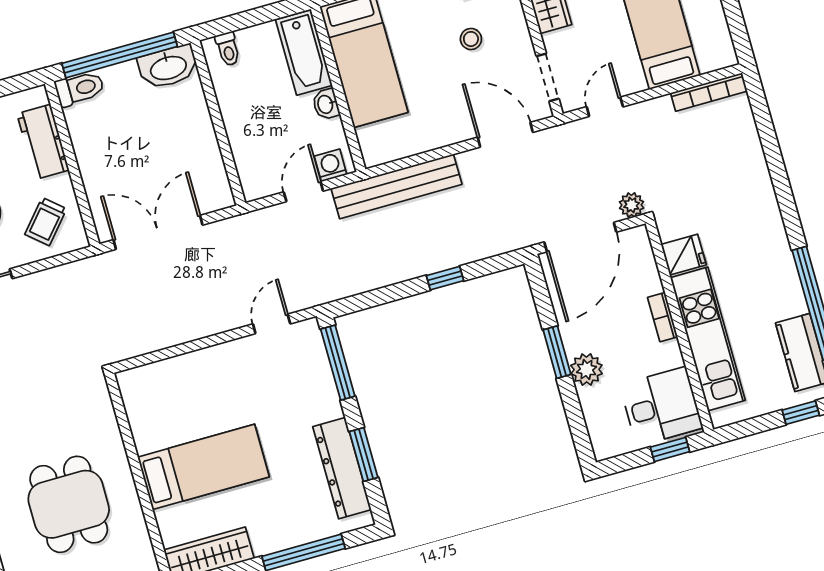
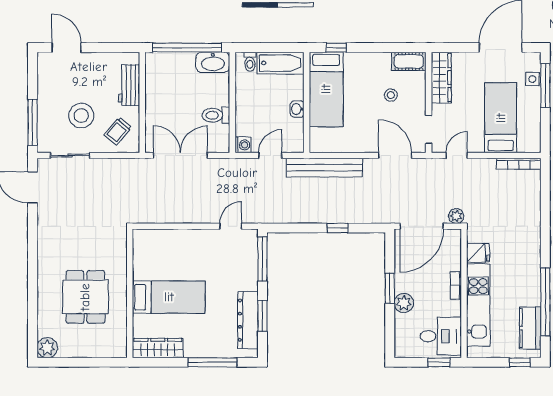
bathtub: (304, 52) -> (281, 63), moved, turned -90
toilet: (80, 89) -> (216, 115), moved, turned 180
washing machine: (331, 165) -> (243, 145), moved, turned 90

